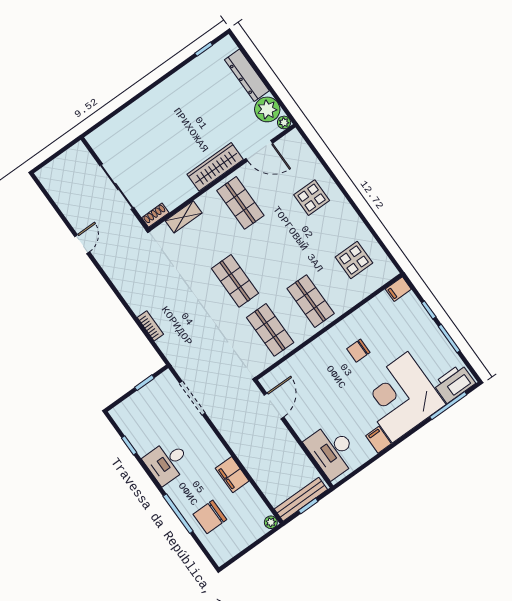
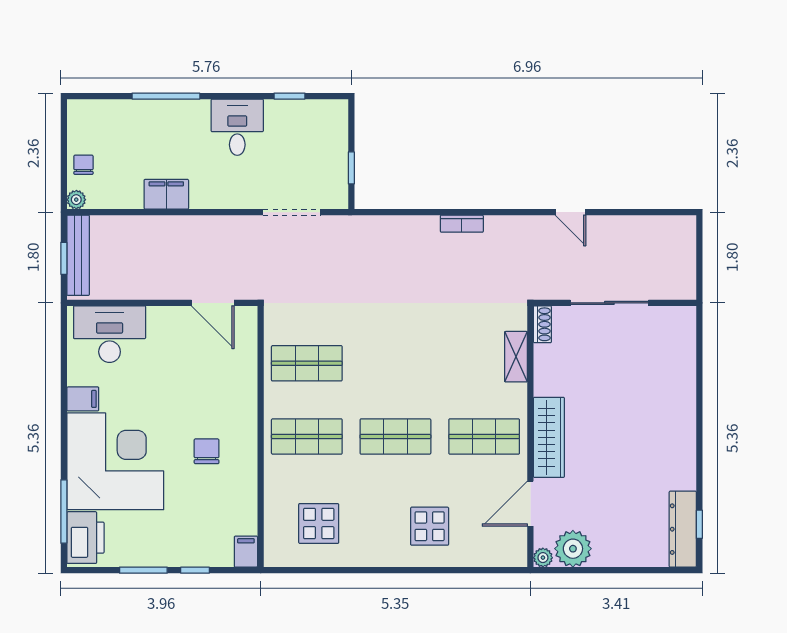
dresser: (247, 75) -> (683, 529), moved, turned -90
shop shelf: (235, 281) -> (395, 436), moved
bookcase: (150, 326) -> (462, 224), moved
chair: (210, 517) -> (83, 165), moved, width x0.54, depth x0.54

